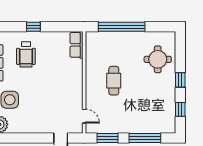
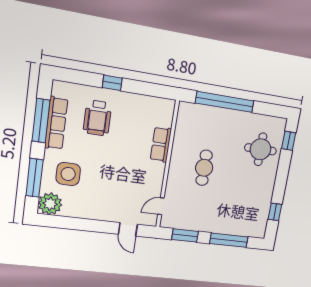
row of seats: (77, 45) -> (161, 144), moved
window: (180, 80) -> (289, 141), moved
door: (84, 116) -> (161, 206), swing flipped

